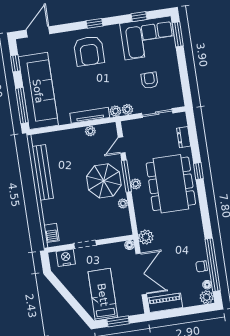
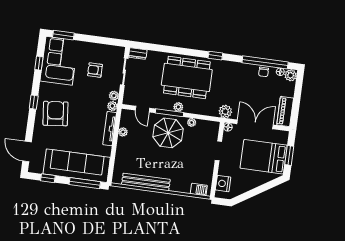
armchair: (89, 51) -> (55, 114), turned -96
dresser: (184, 137) -> (138, 54), moved
window: (198, 171) -> (215, 56), moved
doorway: (85, 244) -> (218, 151), moved
bed: (103, 295) -> (264, 157), width x1.50

